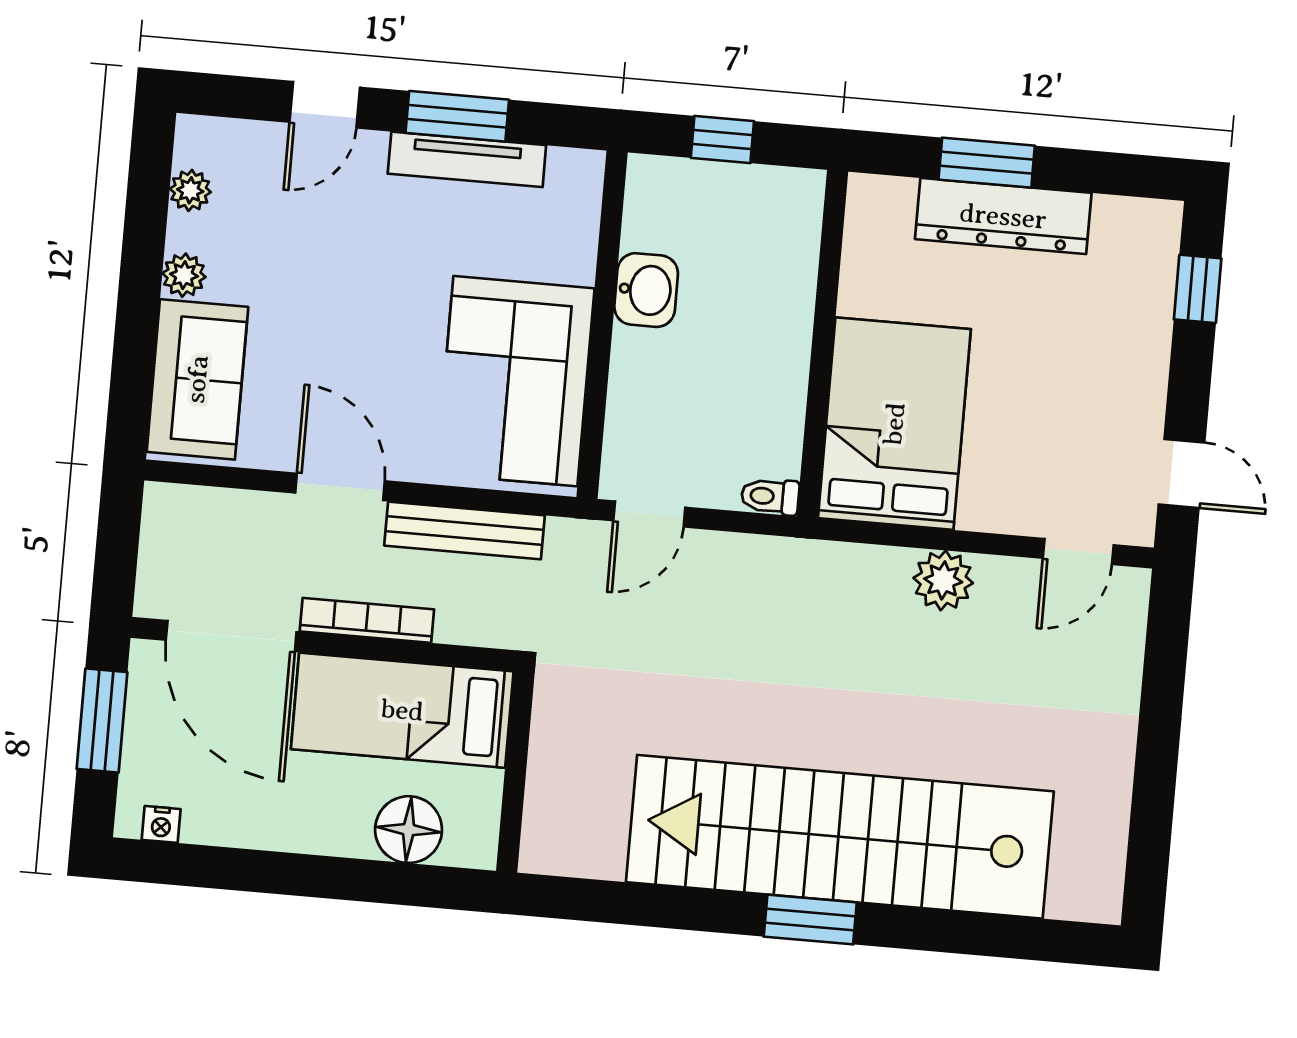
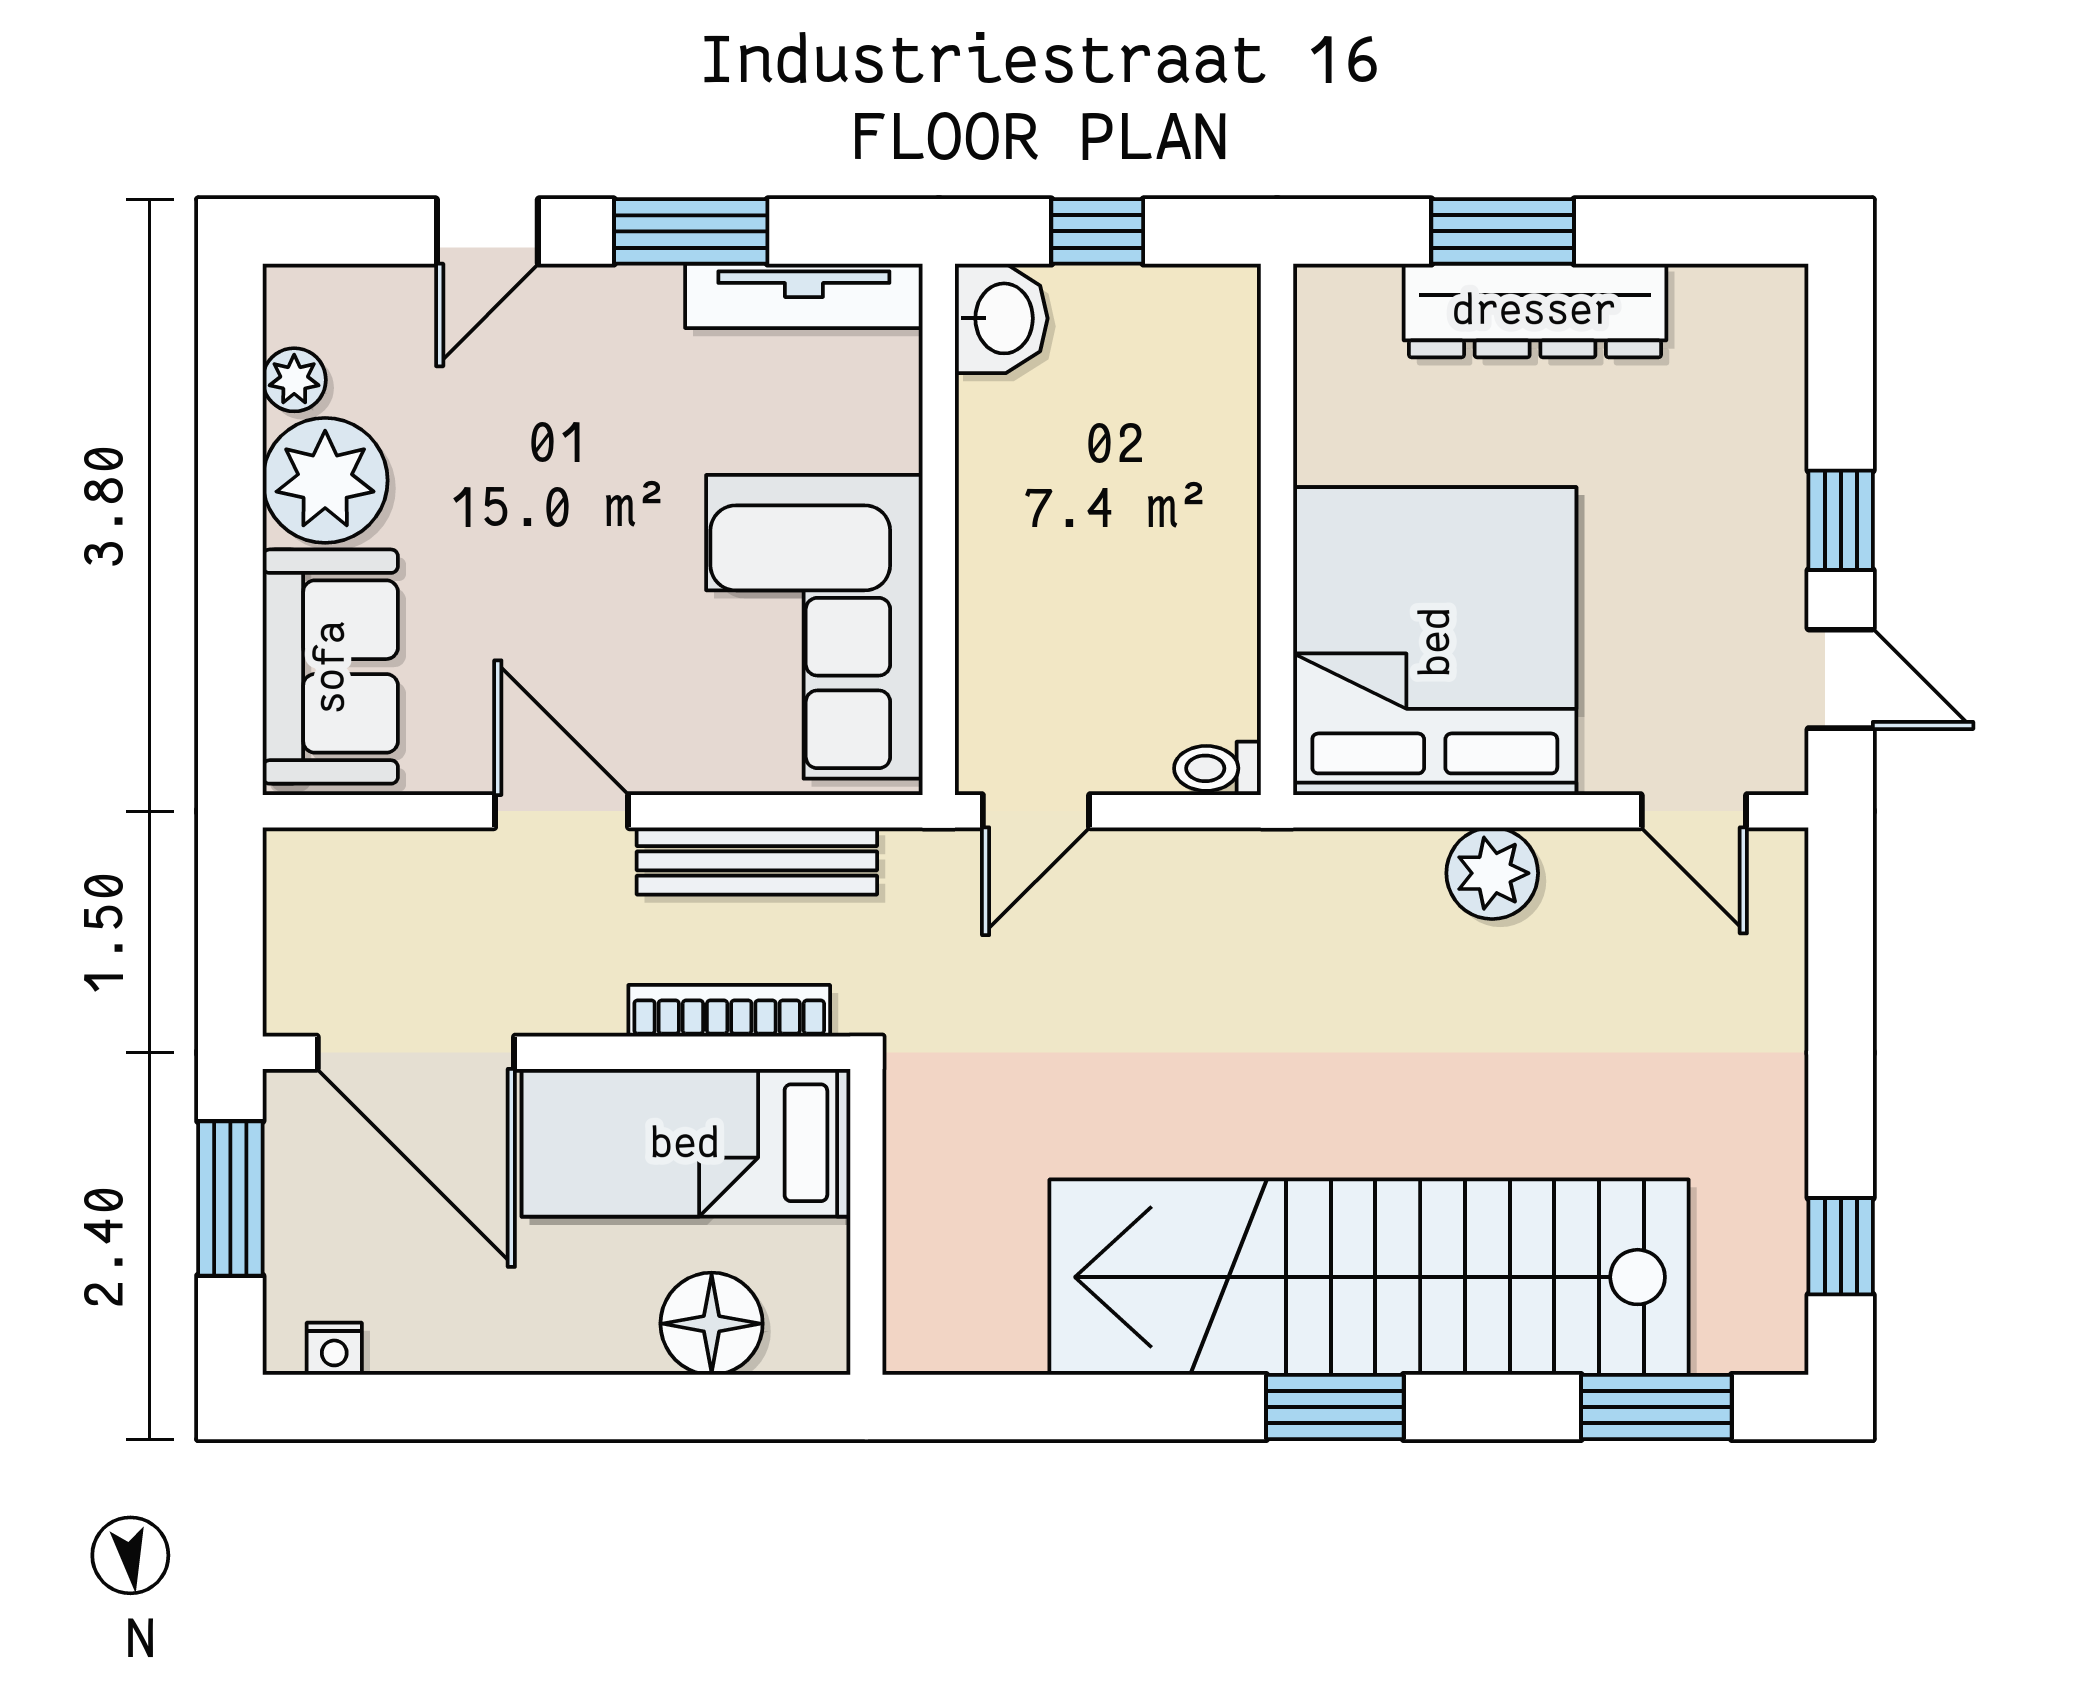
tv unit: (467, 159) -> (804, 296), moved
plant: (184, 275) -> (325, 480), width x1.88, depth x1.88
window: (1198, 289) -> (1841, 520), moved
washbasin: (646, 290) -> (1001, 318), moved
bed: (894, 424) -> (1435, 641), width x1.36
door: (1078, 551) -> (1694, 811), hinge flipped
bookcase: (367, 620) -> (729, 1011), moved
window: (1149, 844) -> (1841, 1246), added
window: (1020, 938) -> (1656, 1407), added

